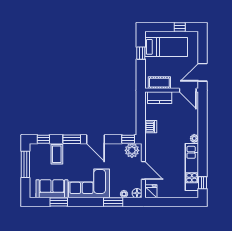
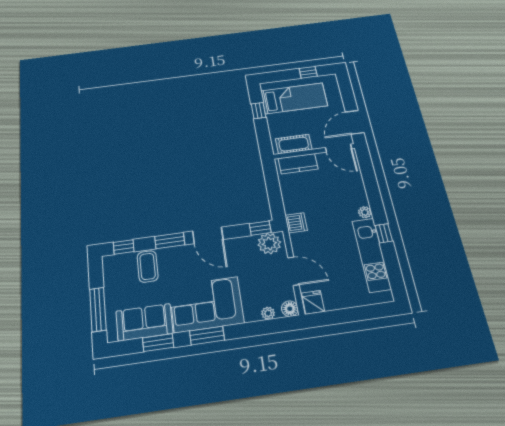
dishwasher: (151, 127) -> (296, 223), moved
window: (25, 164) -> (98, 309), moved
window: (202, 183) -> (384, 233), moved
window: (113, 202) -> (207, 336), moved

